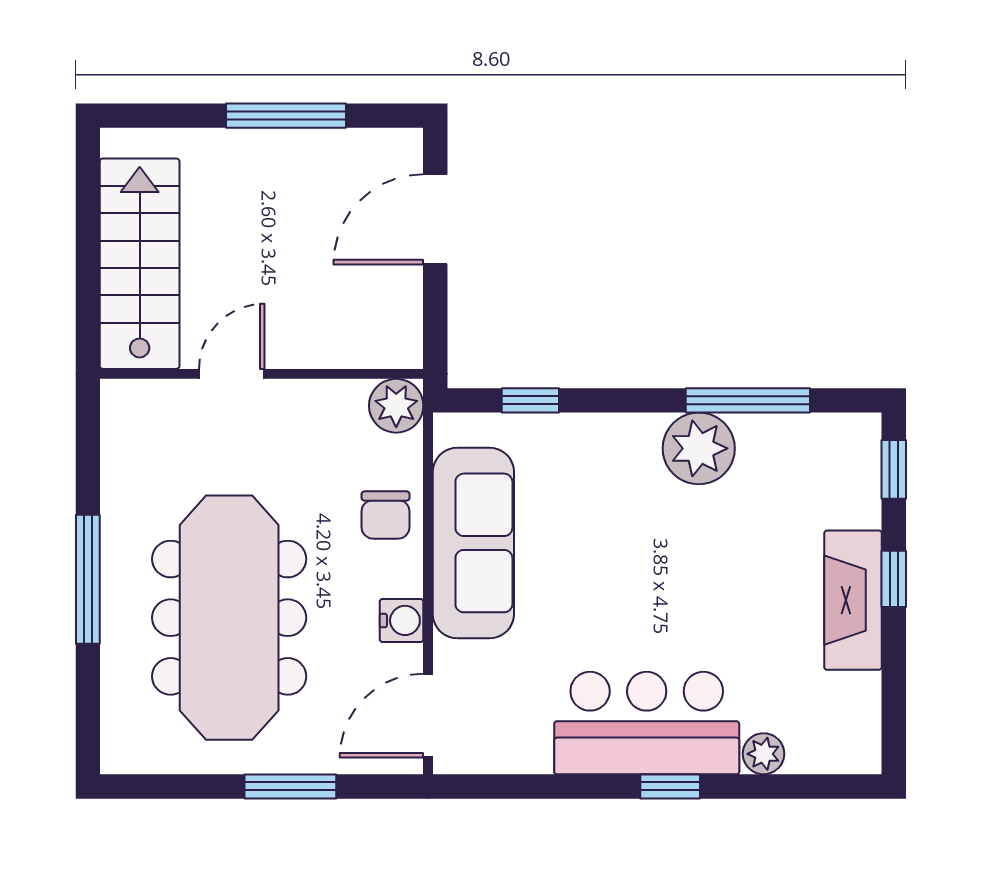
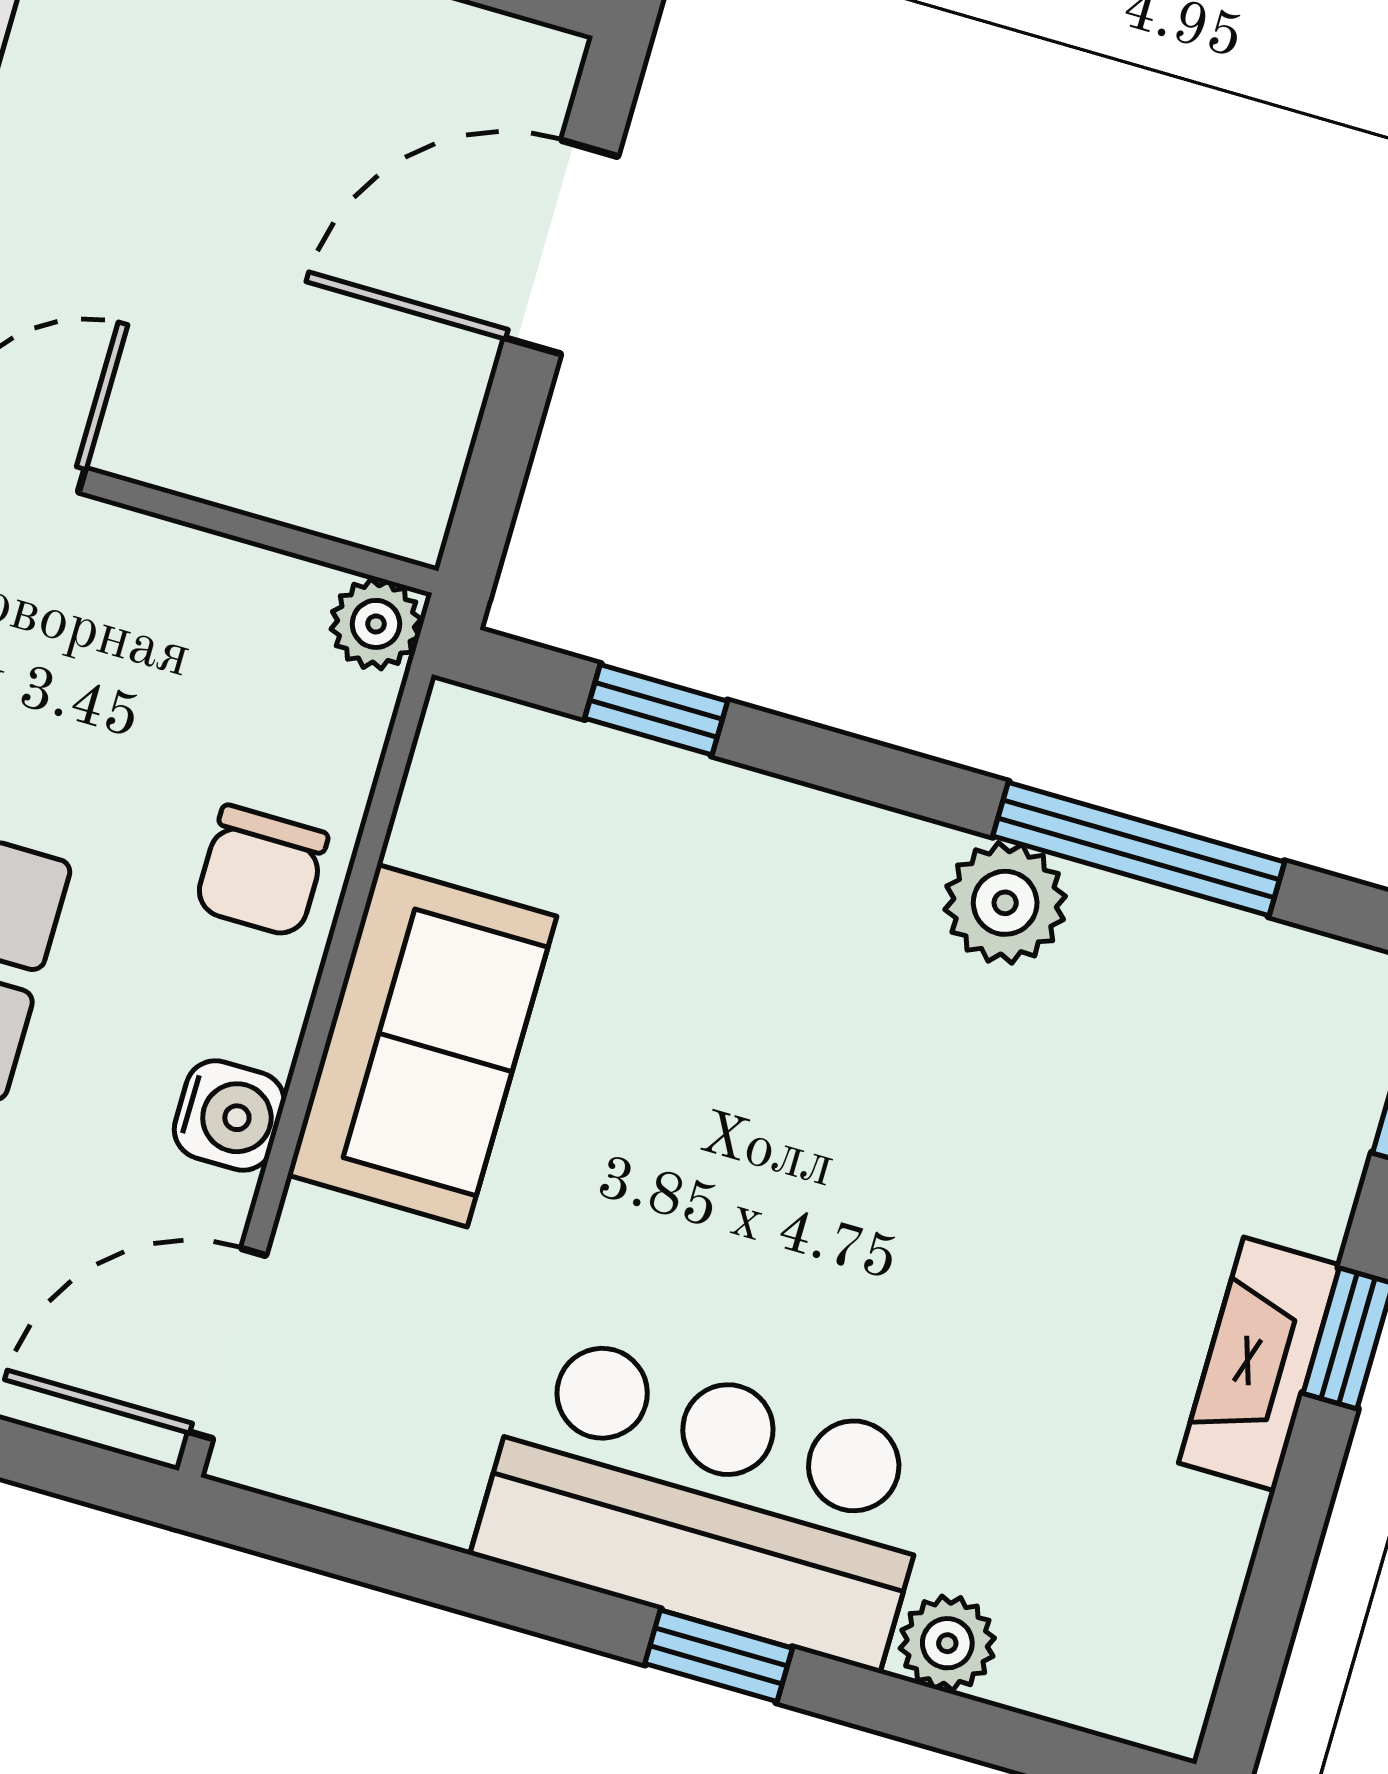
plant: (396, 406) -> (376, 624), width x0.73, depth x0.73
plant: (699, 448) -> (1005, 903), width x0.73, depth x0.73
sofa: (473, 543) -> (422, 1046), width x0.73
fireplace: (853, 600) -> (1259, 1364), width x0.73, depth x0.76

